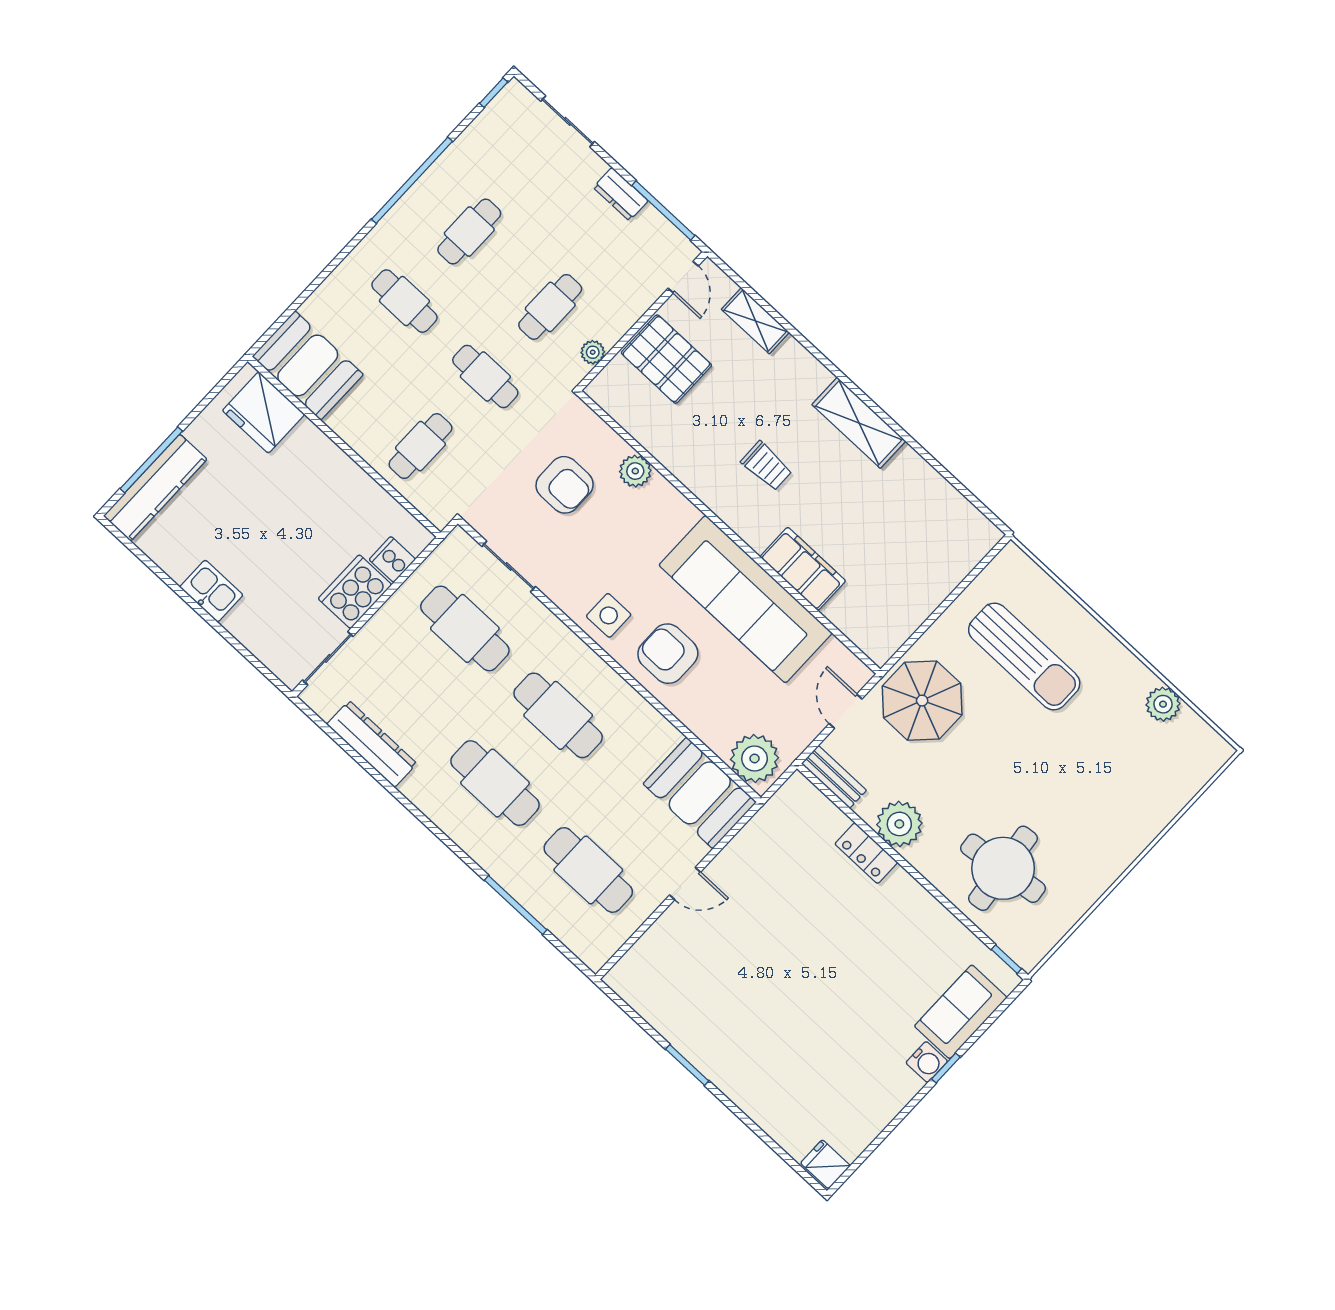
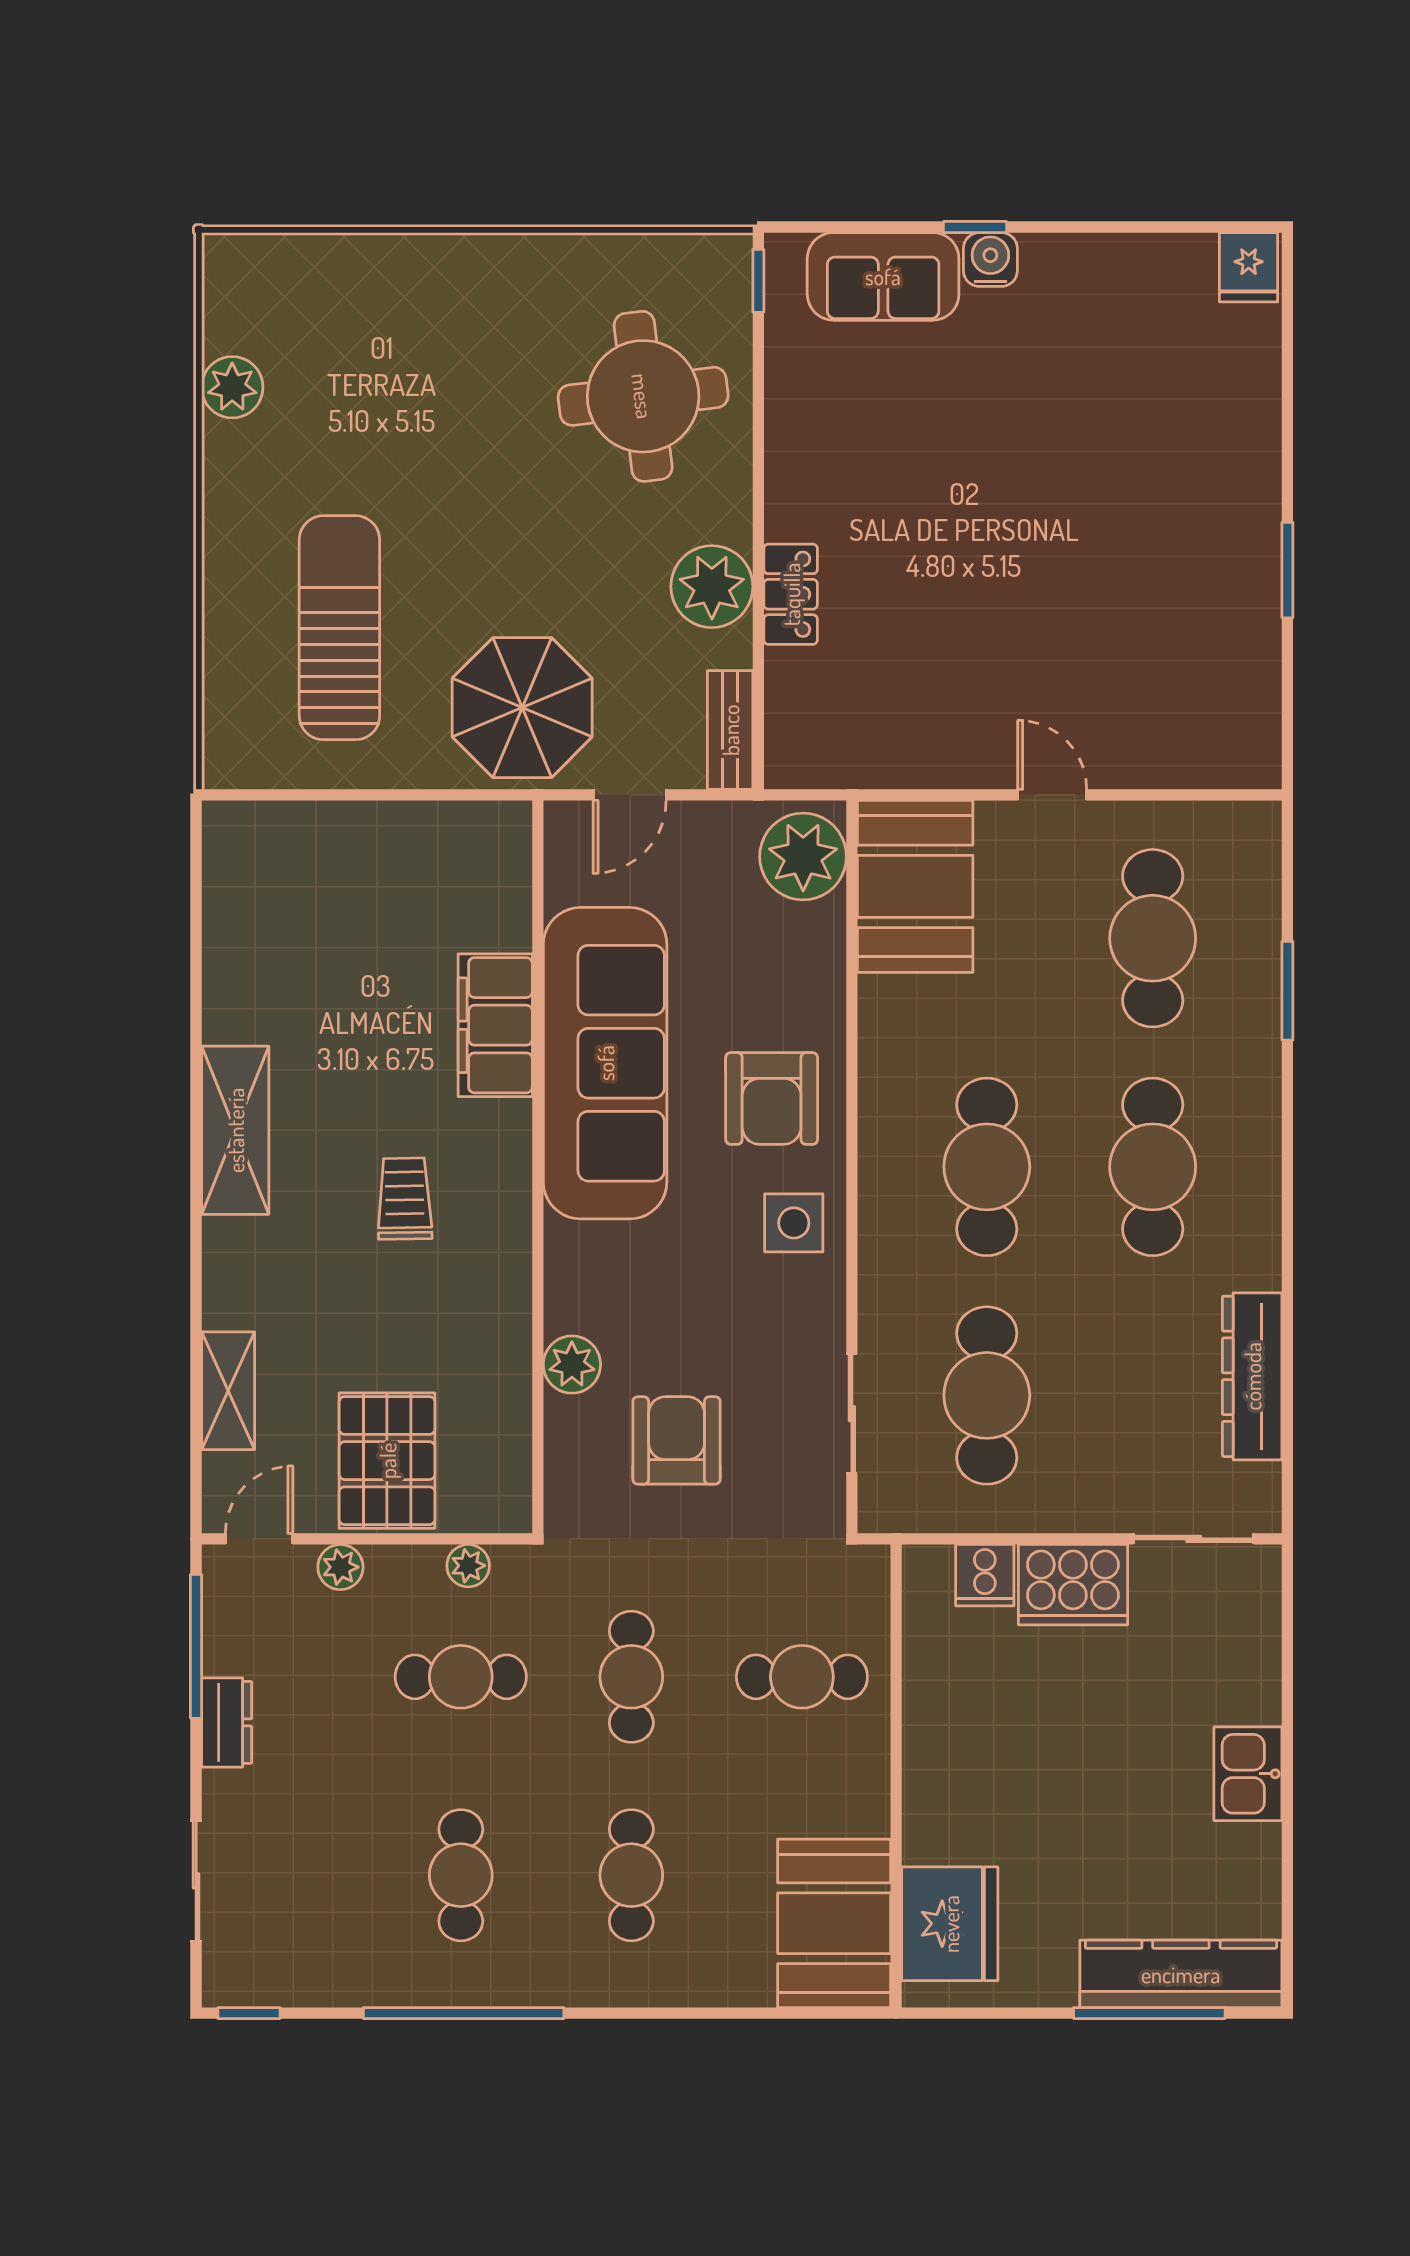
cafe table: (469, 232) -> (461, 1875), turned 90
plant: (641, 300) -> (340, 1567), added
window: (516, 905) -> (1287, 991), width x0.69

